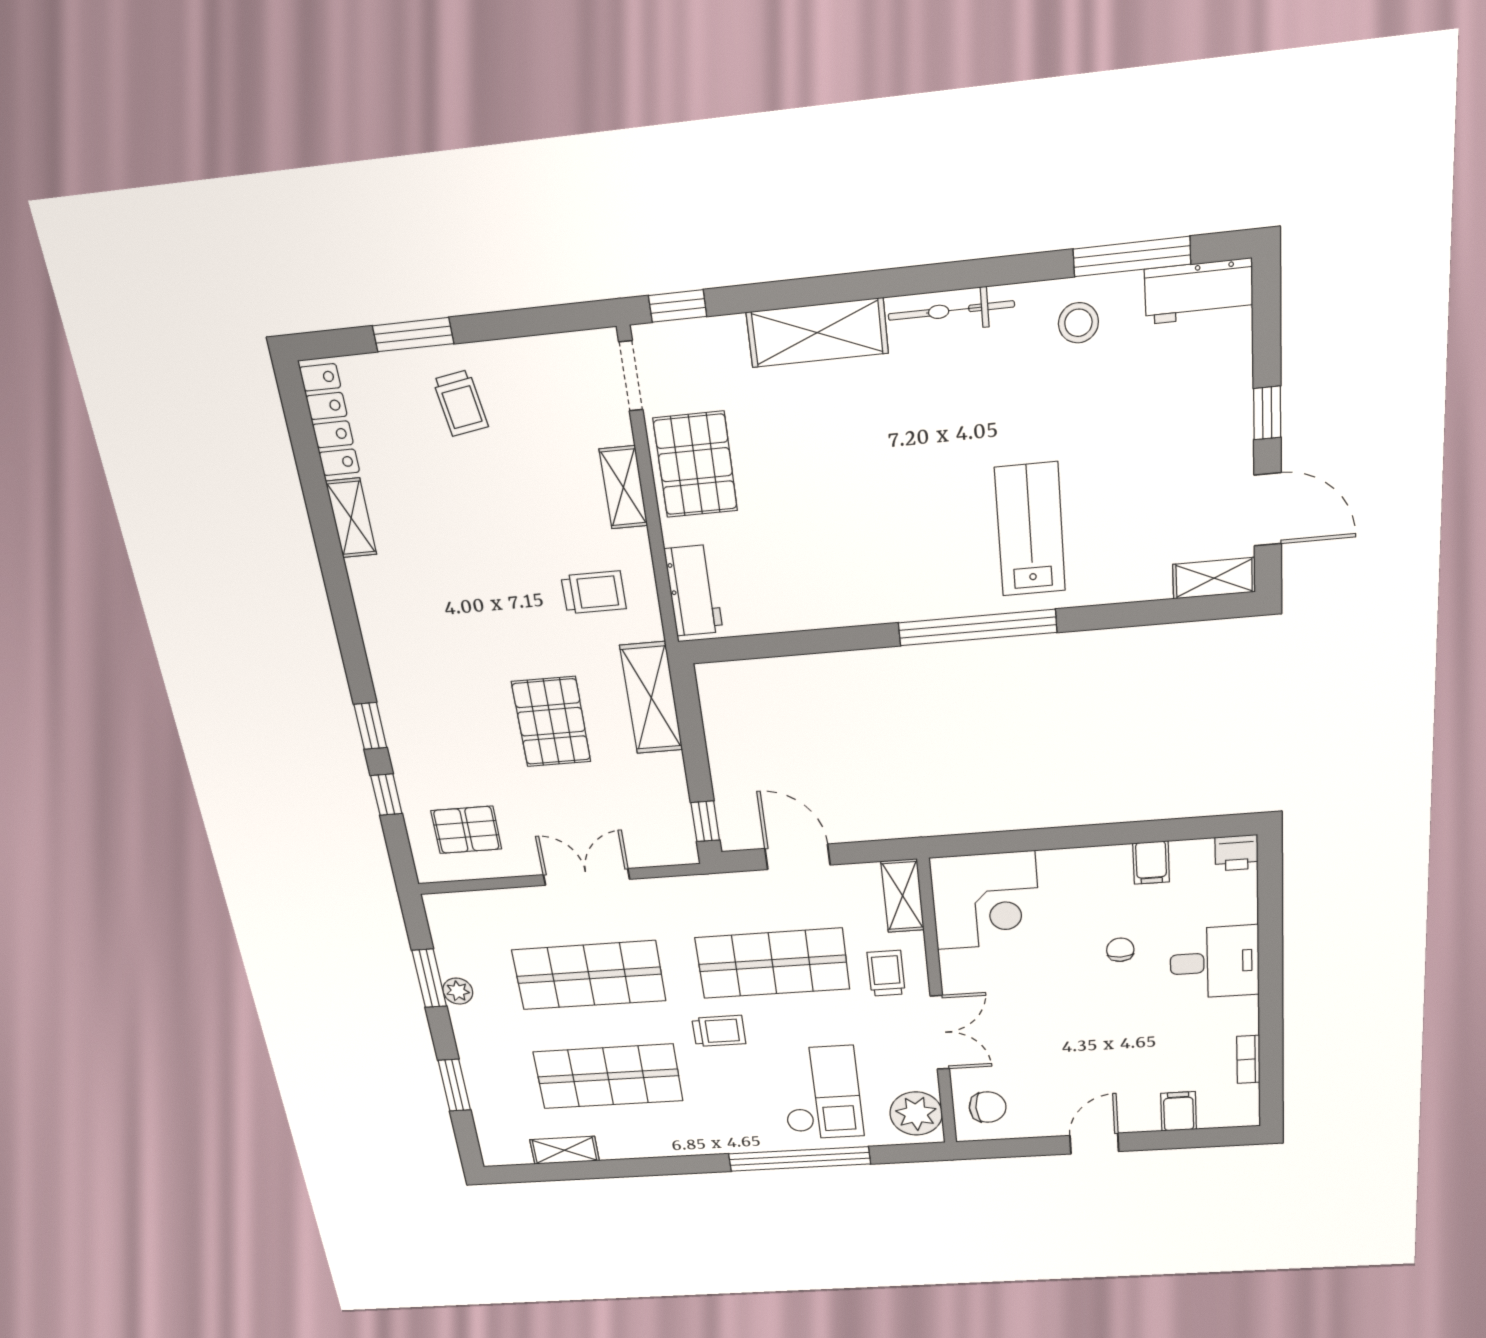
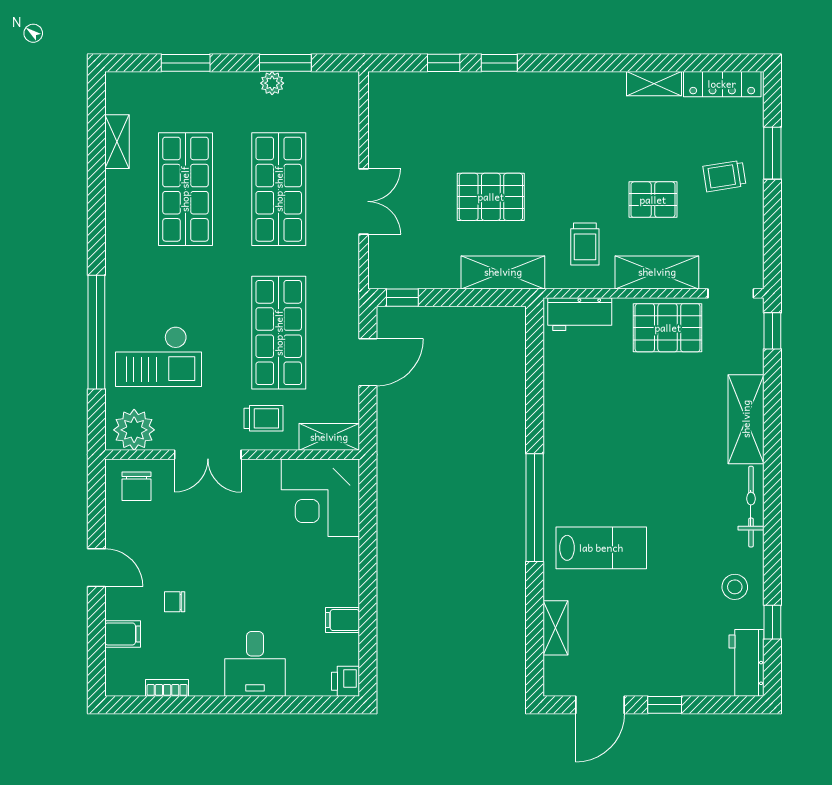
window: (1132, 257) -> (772, 622), width x0.46
shelving: (623, 487) -> (657, 272), width x1.50, depth x1.33
shelving: (1214, 578) -> (555, 628), moved
pallet: (466, 830) -> (653, 200), moved, turned 90
chair: (1120, 950) -> (175, 602), moved, turned 180
trolley: (719, 1031) -> (221, 283), removed

